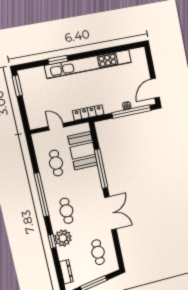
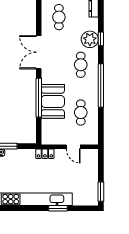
locker: (88, 113) -> (45, 154), width x0.66
booth: (83, 151) -> (53, 101), moved

